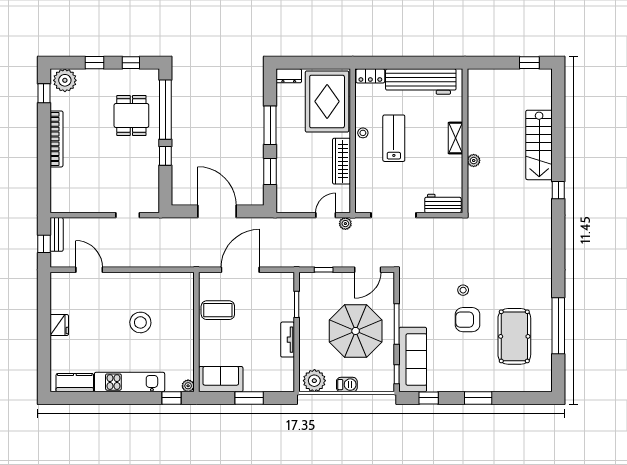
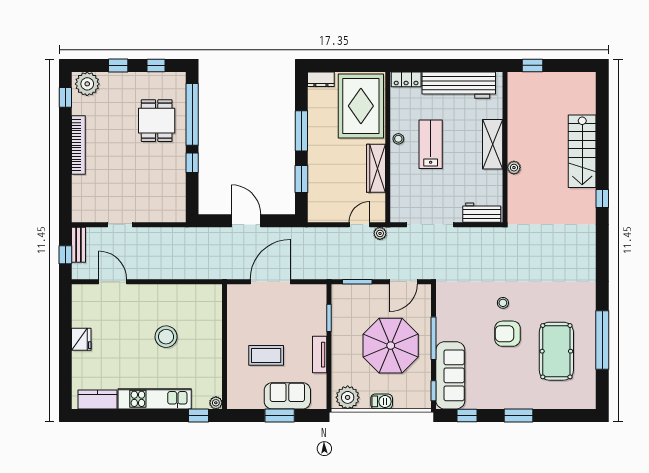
window: (529, 63) -> (533, 65), moved
shelving: (456, 138) -> (493, 144), width x1.50, depth x1.33
door: (217, 211) -> (246, 221), width x0.73
doorway: (128, 215) -> (120, 225), moved
window: (324, 270) -> (357, 282), width x1.50
coffee table: (218, 310) -> (266, 355), moved
sofa: (221, 379) -> (287, 396), moved

